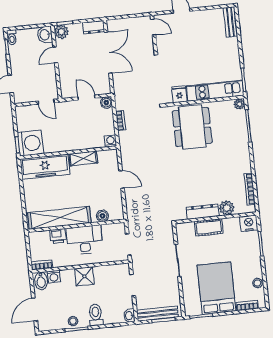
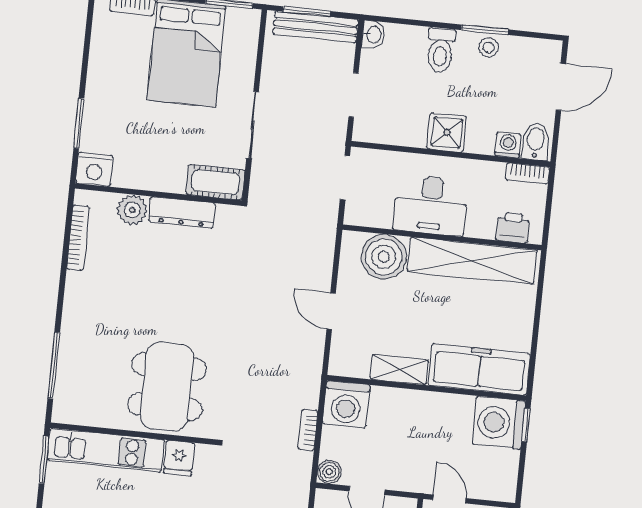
plant: (239, 104) -> (63, 413), removed
washing machine: (110, 141) -> (346, 404), width x1.89, depth x1.89
boiler: (102, 216) -> (384, 257), width x1.86, depth x1.86
cot: (209, 227) -> (215, 182), moved
printer: (58, 236) -> (513, 227), moved
stool: (257, 283) -> (102, 46), removed

